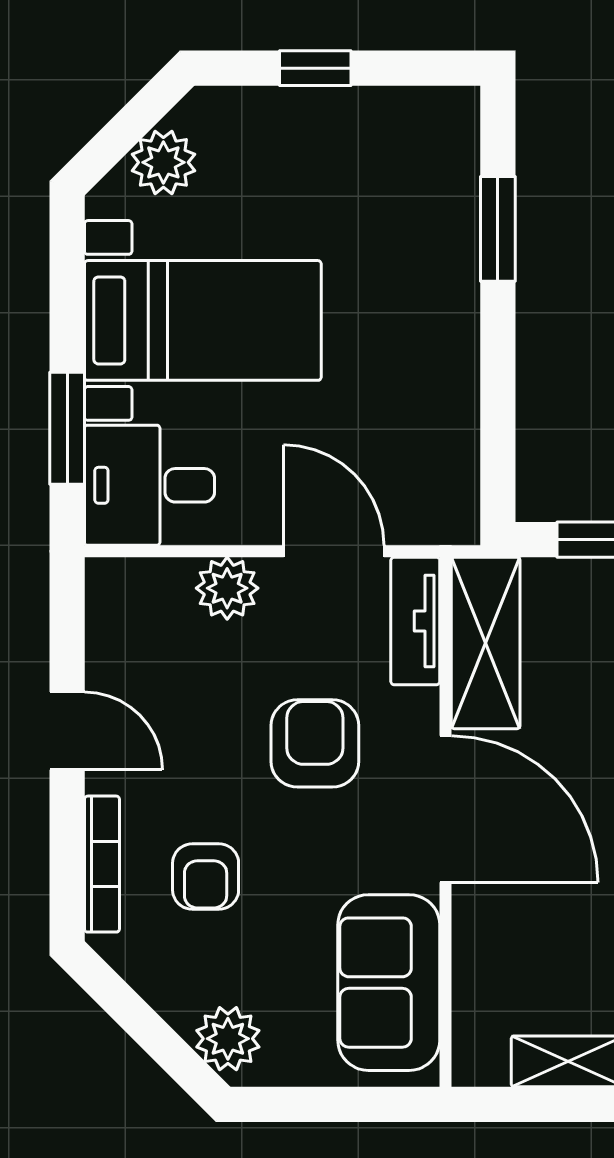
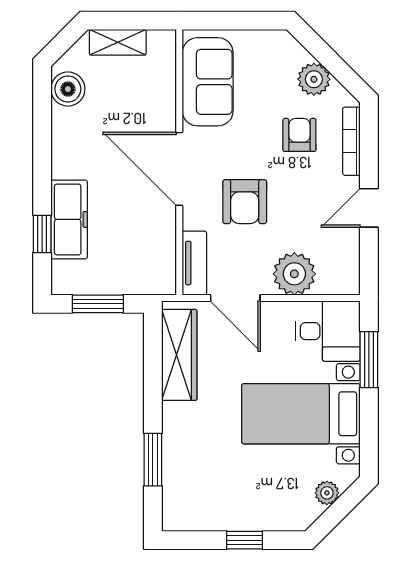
plant: (163, 162) -> (327, 493), width x0.73, depth x0.73
wardrobe: (445, 438) -> (179, 355), added
plant: (227, 588) -> (294, 274), width x1.36, depth x1.36
shelving: (486, 643) -> (159, 252), removed
door: (67, 731) -> (369, 208), hinge flipped
plant: (228, 1039) -> (314, 79), moved

